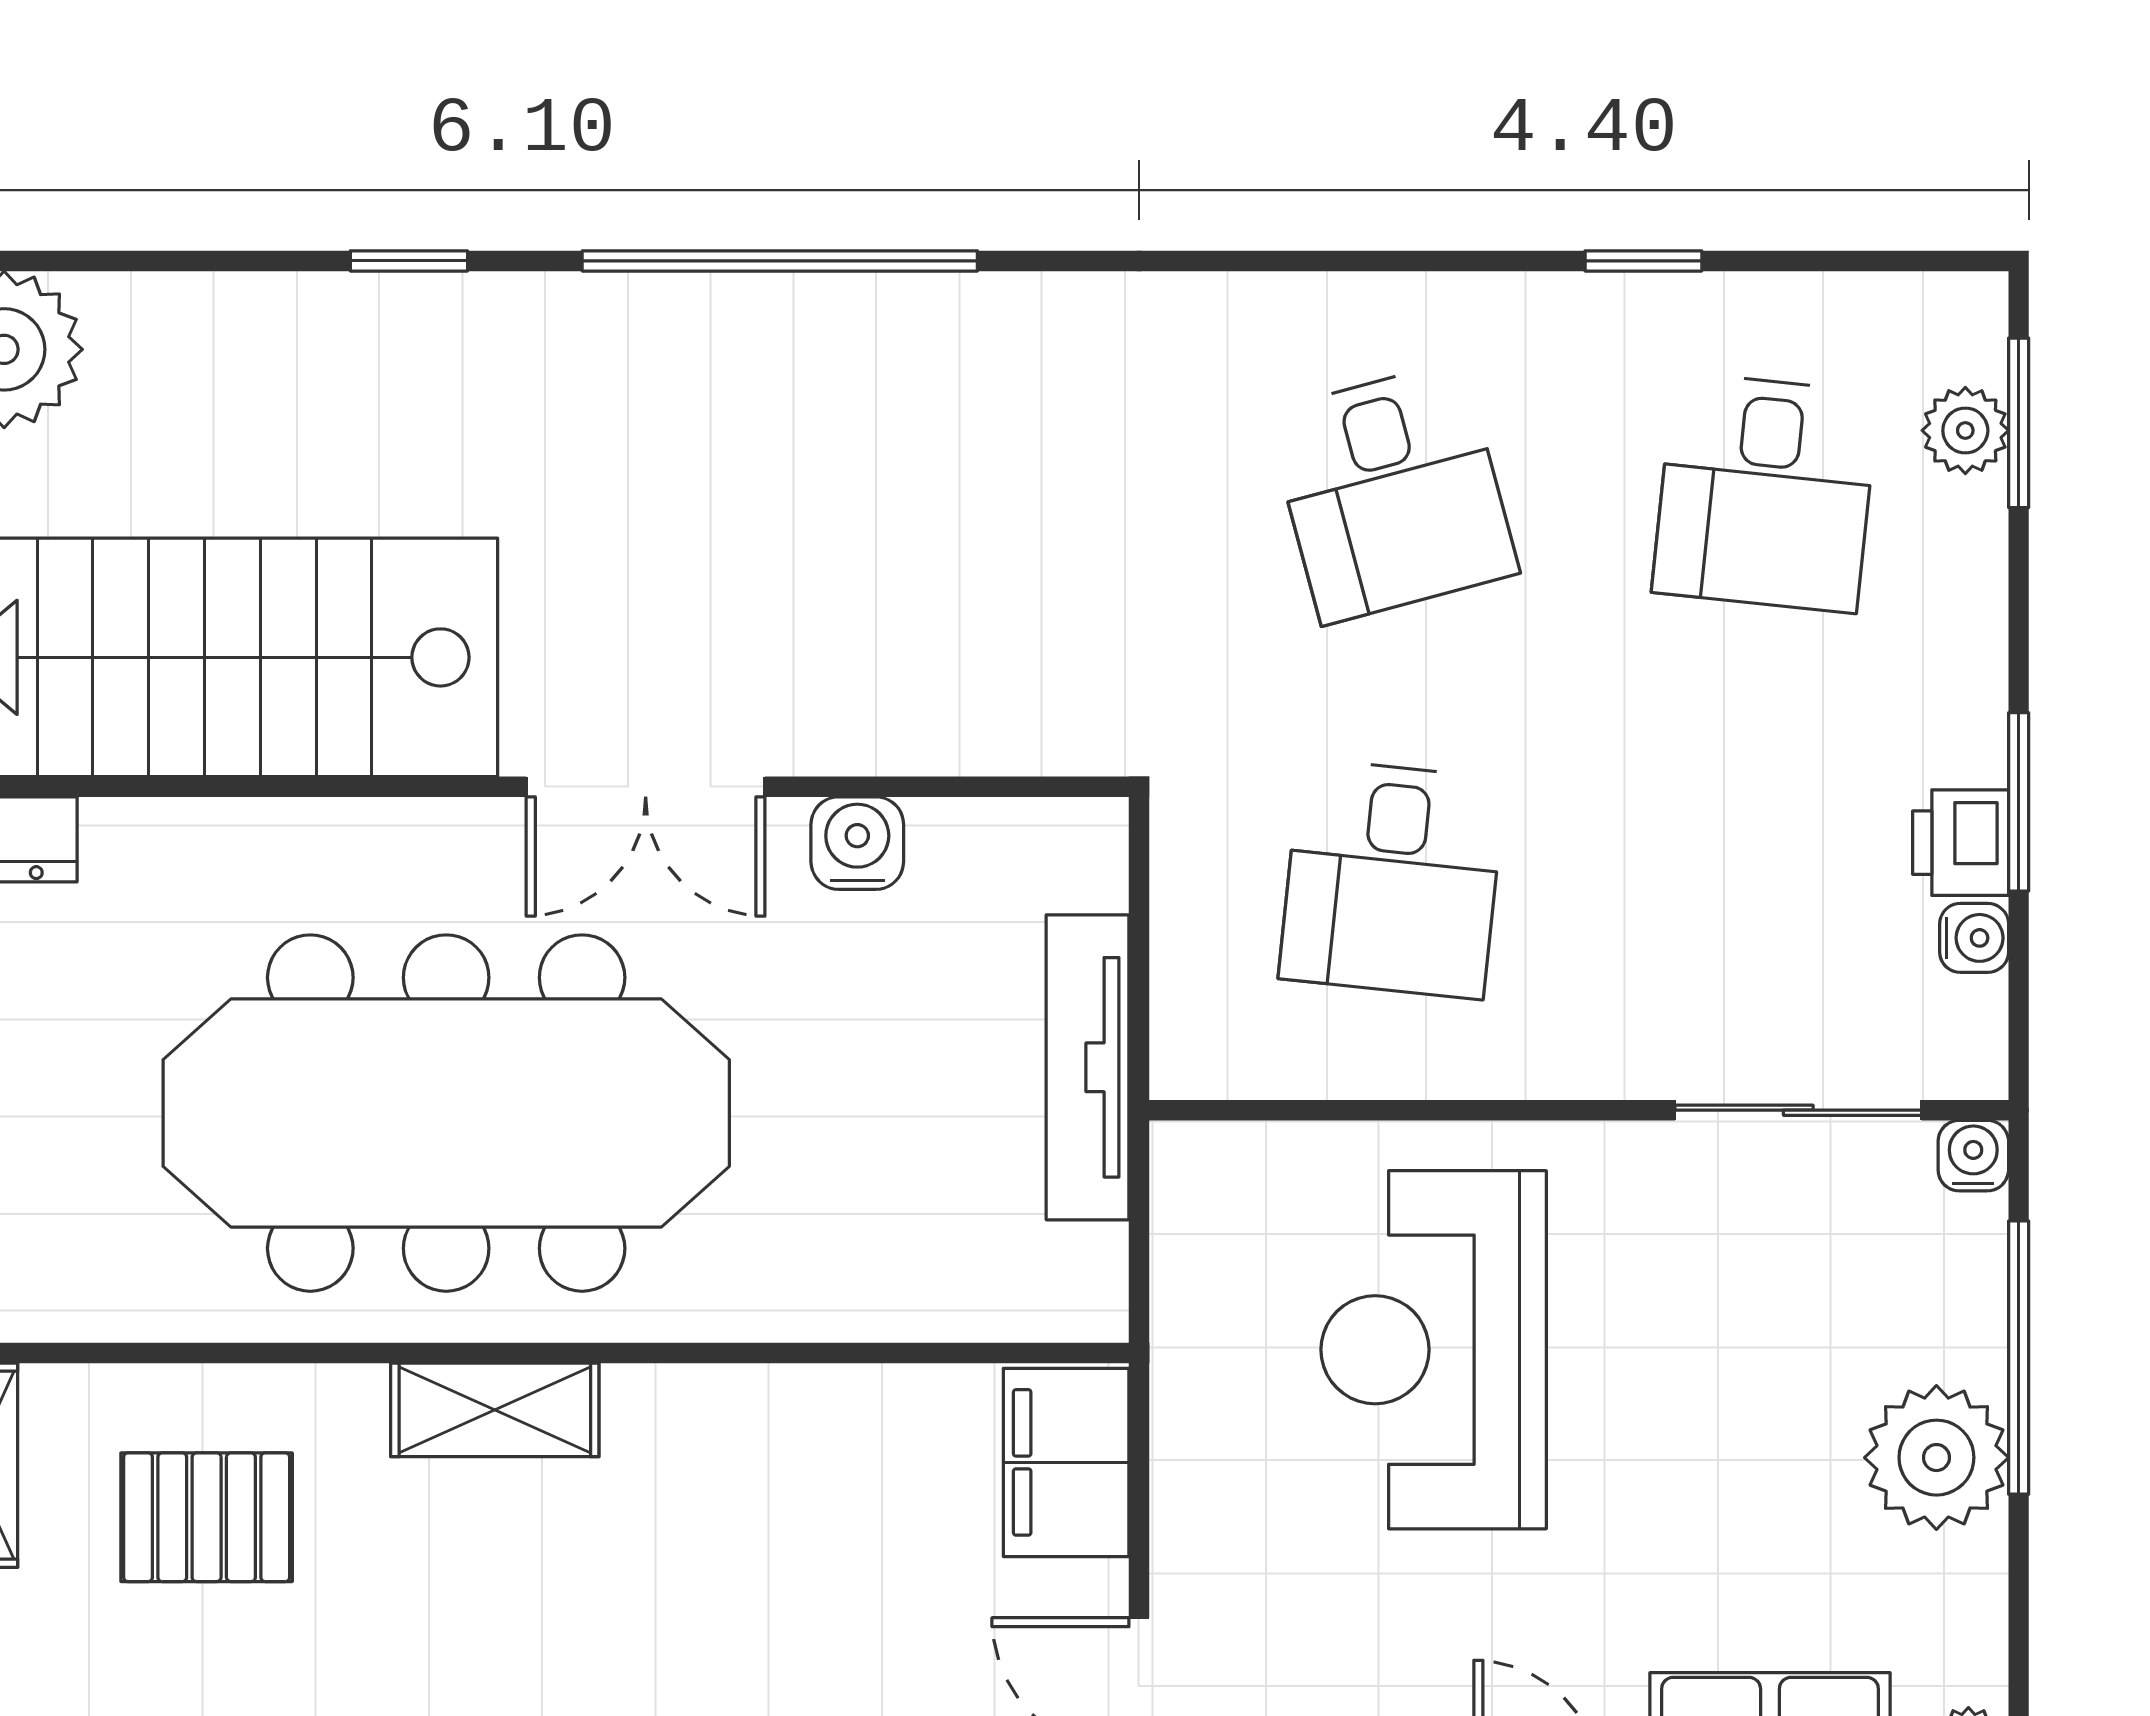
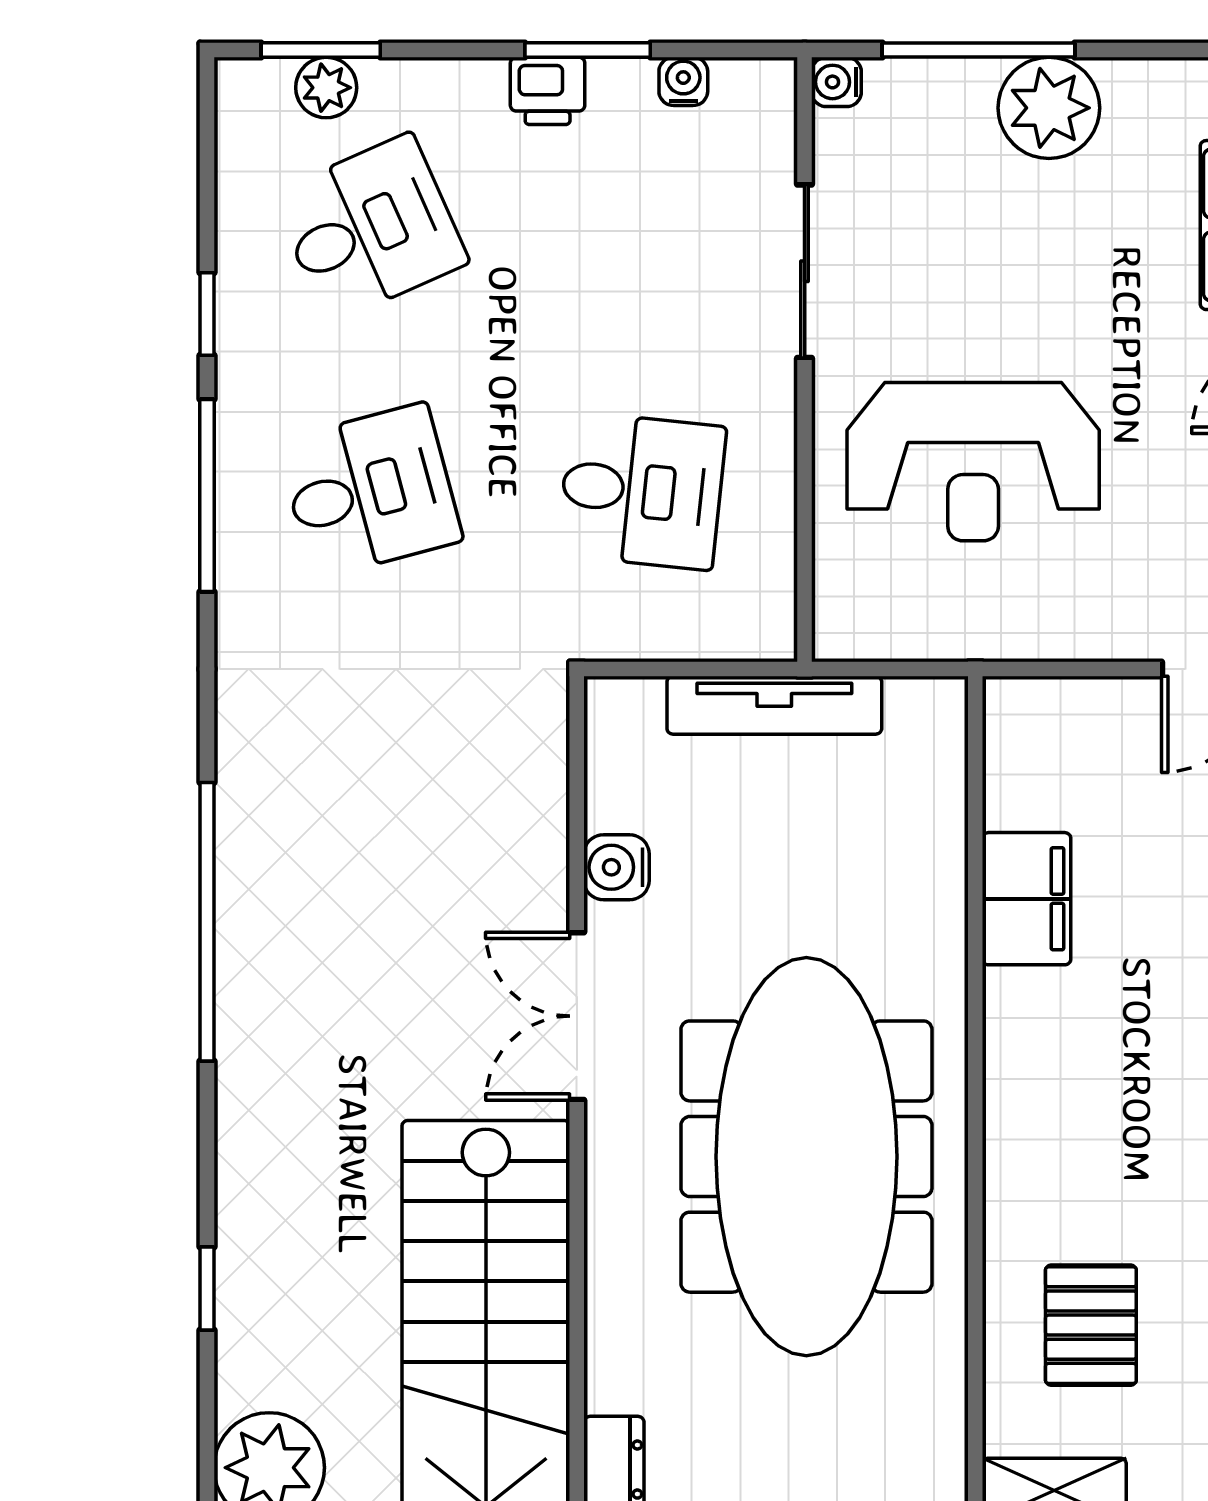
window: (409, 261) -> (207, 1289), moved
window: (1385, 261) -> (207, 496), added
desk: (1765, 492) -> (370, 228), turned -30
double door: (646, 787) -> (577, 1016), swing flipped
printer: (1961, 843) -> (548, 91), moved
sliding door: (1798, 1110) -> (805, 271), moved
shelving: (495, 1410) -> (1015, 1122), removed
filing cabinet: (1066, 1462) -> (1027, 899), moved, turned -90

